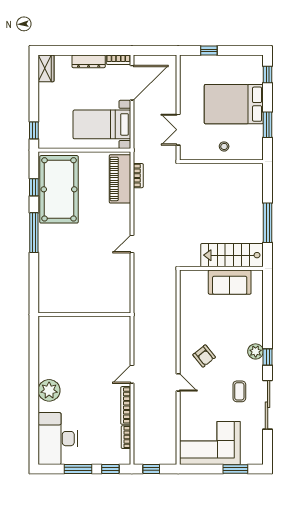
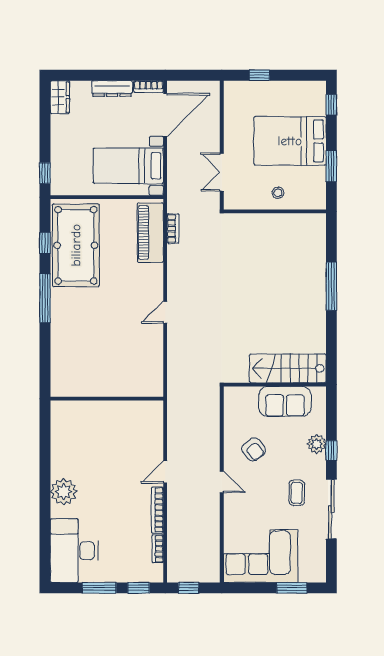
stairs: (232, 255) -> (288, 368), moved
wall: (221, 268) -> (275, 385), moved
sofa: (230, 282) -> (285, 401), moved

